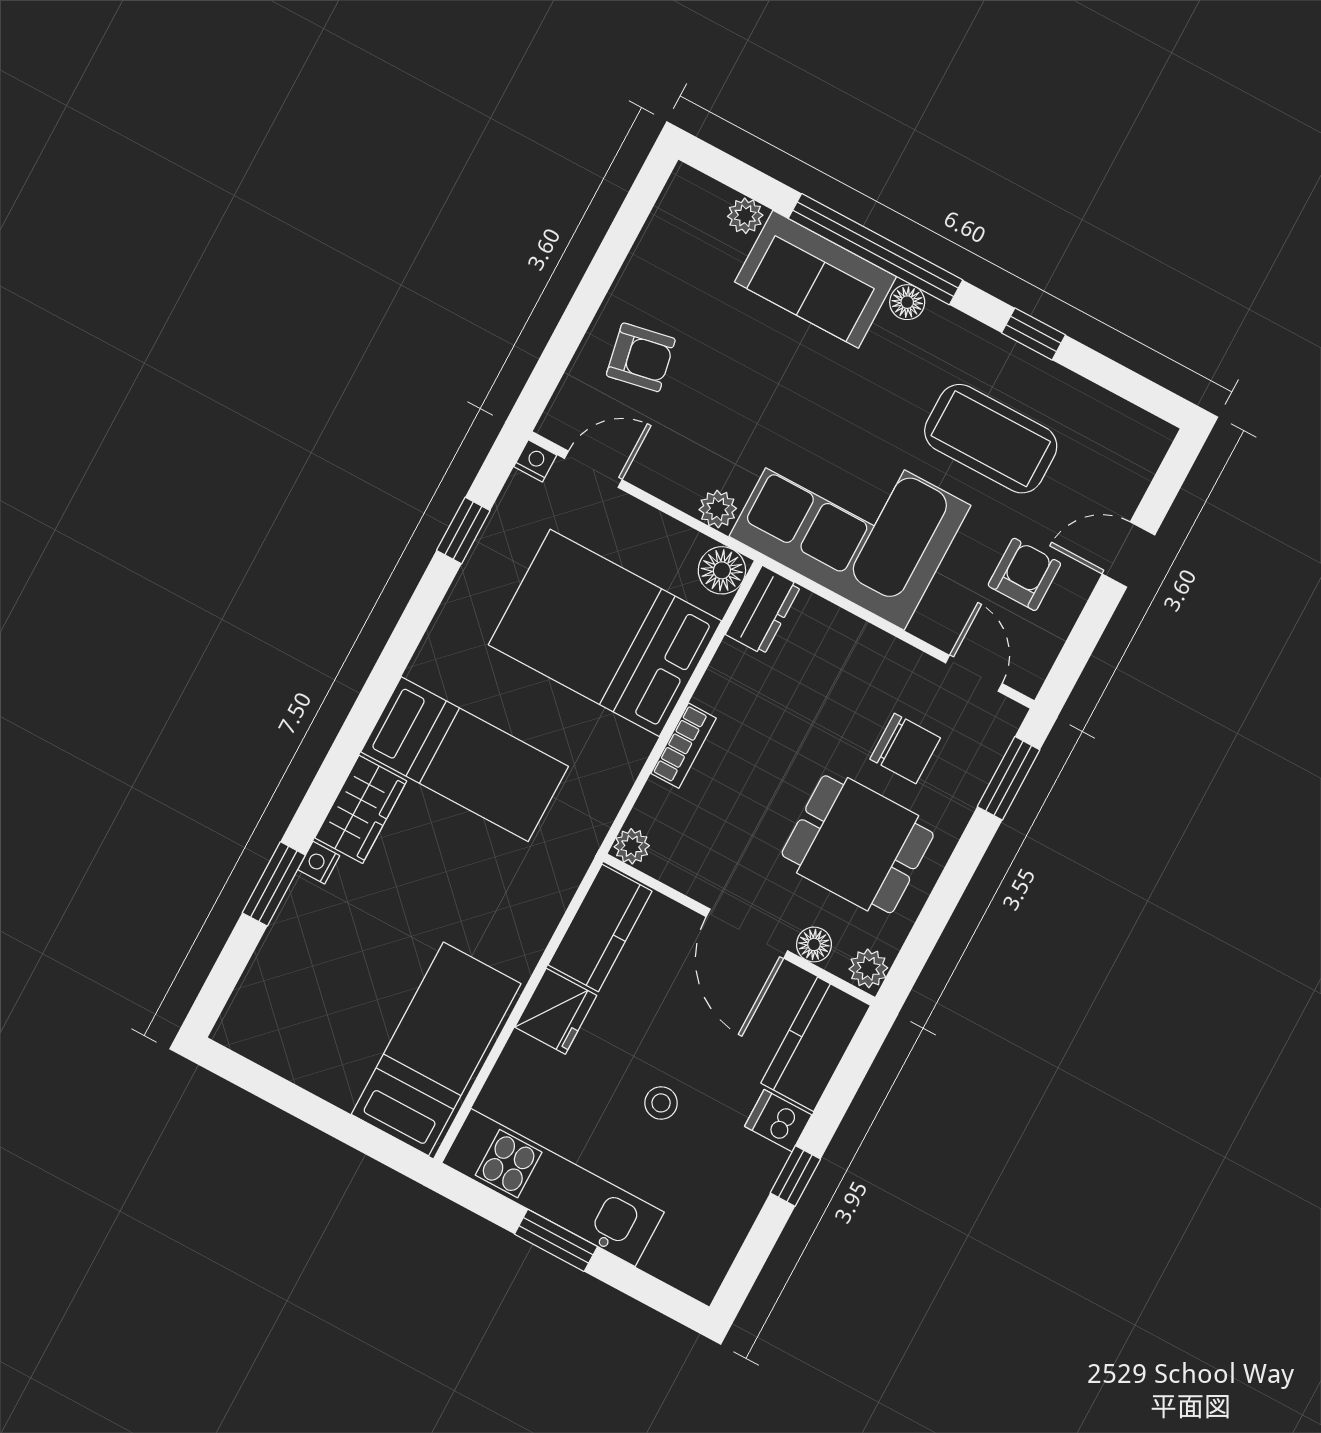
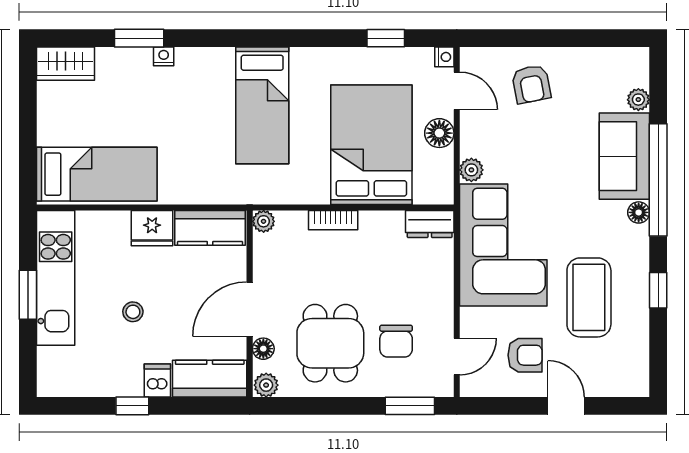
floor lamp: (722, 570) -> (439, 133), moved
wardrobe: (361, 809) -> (65, 64), moved

